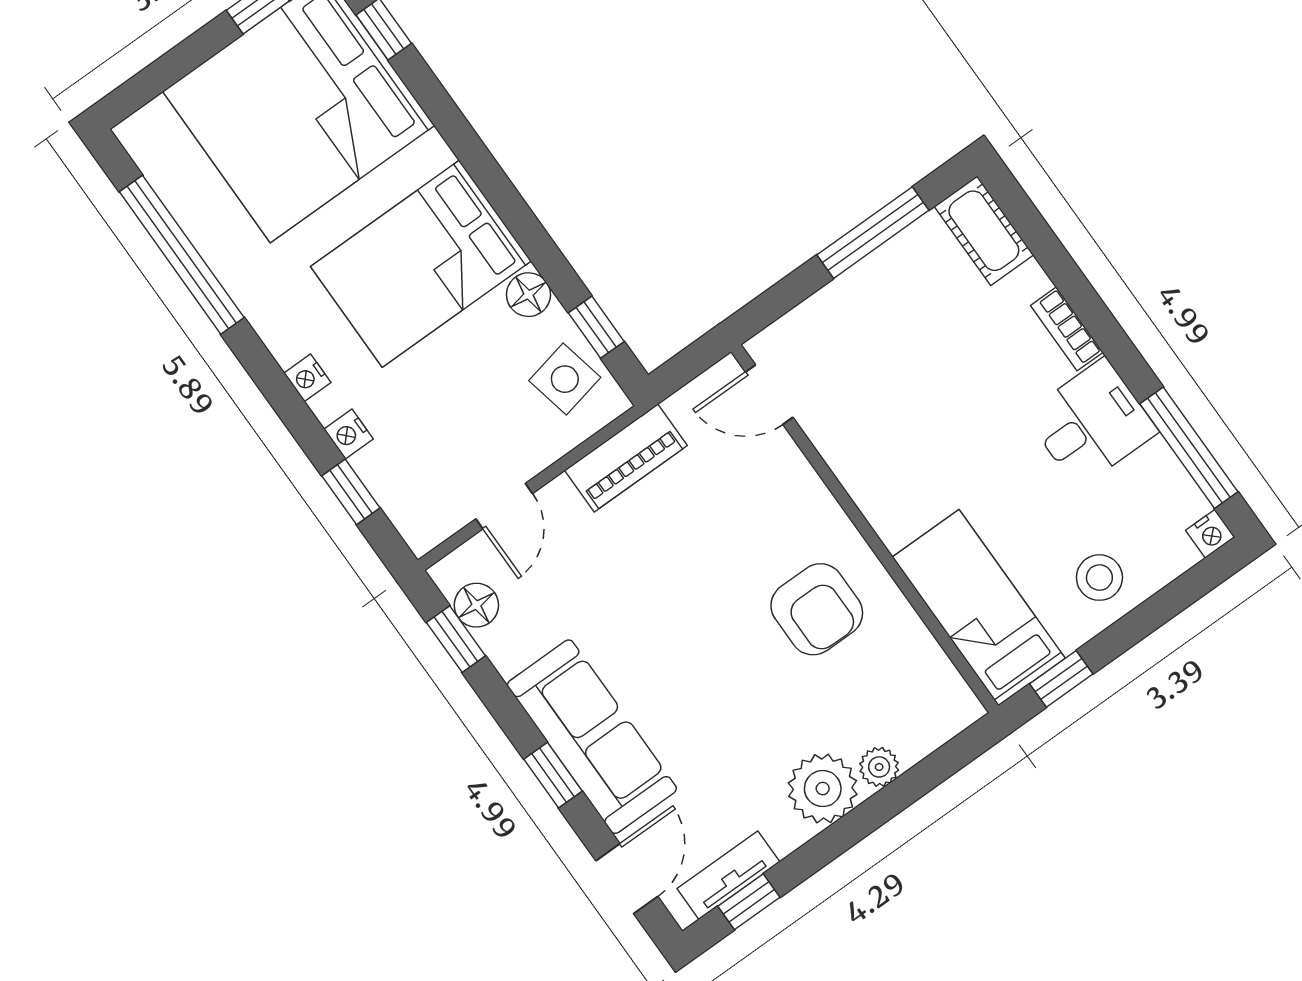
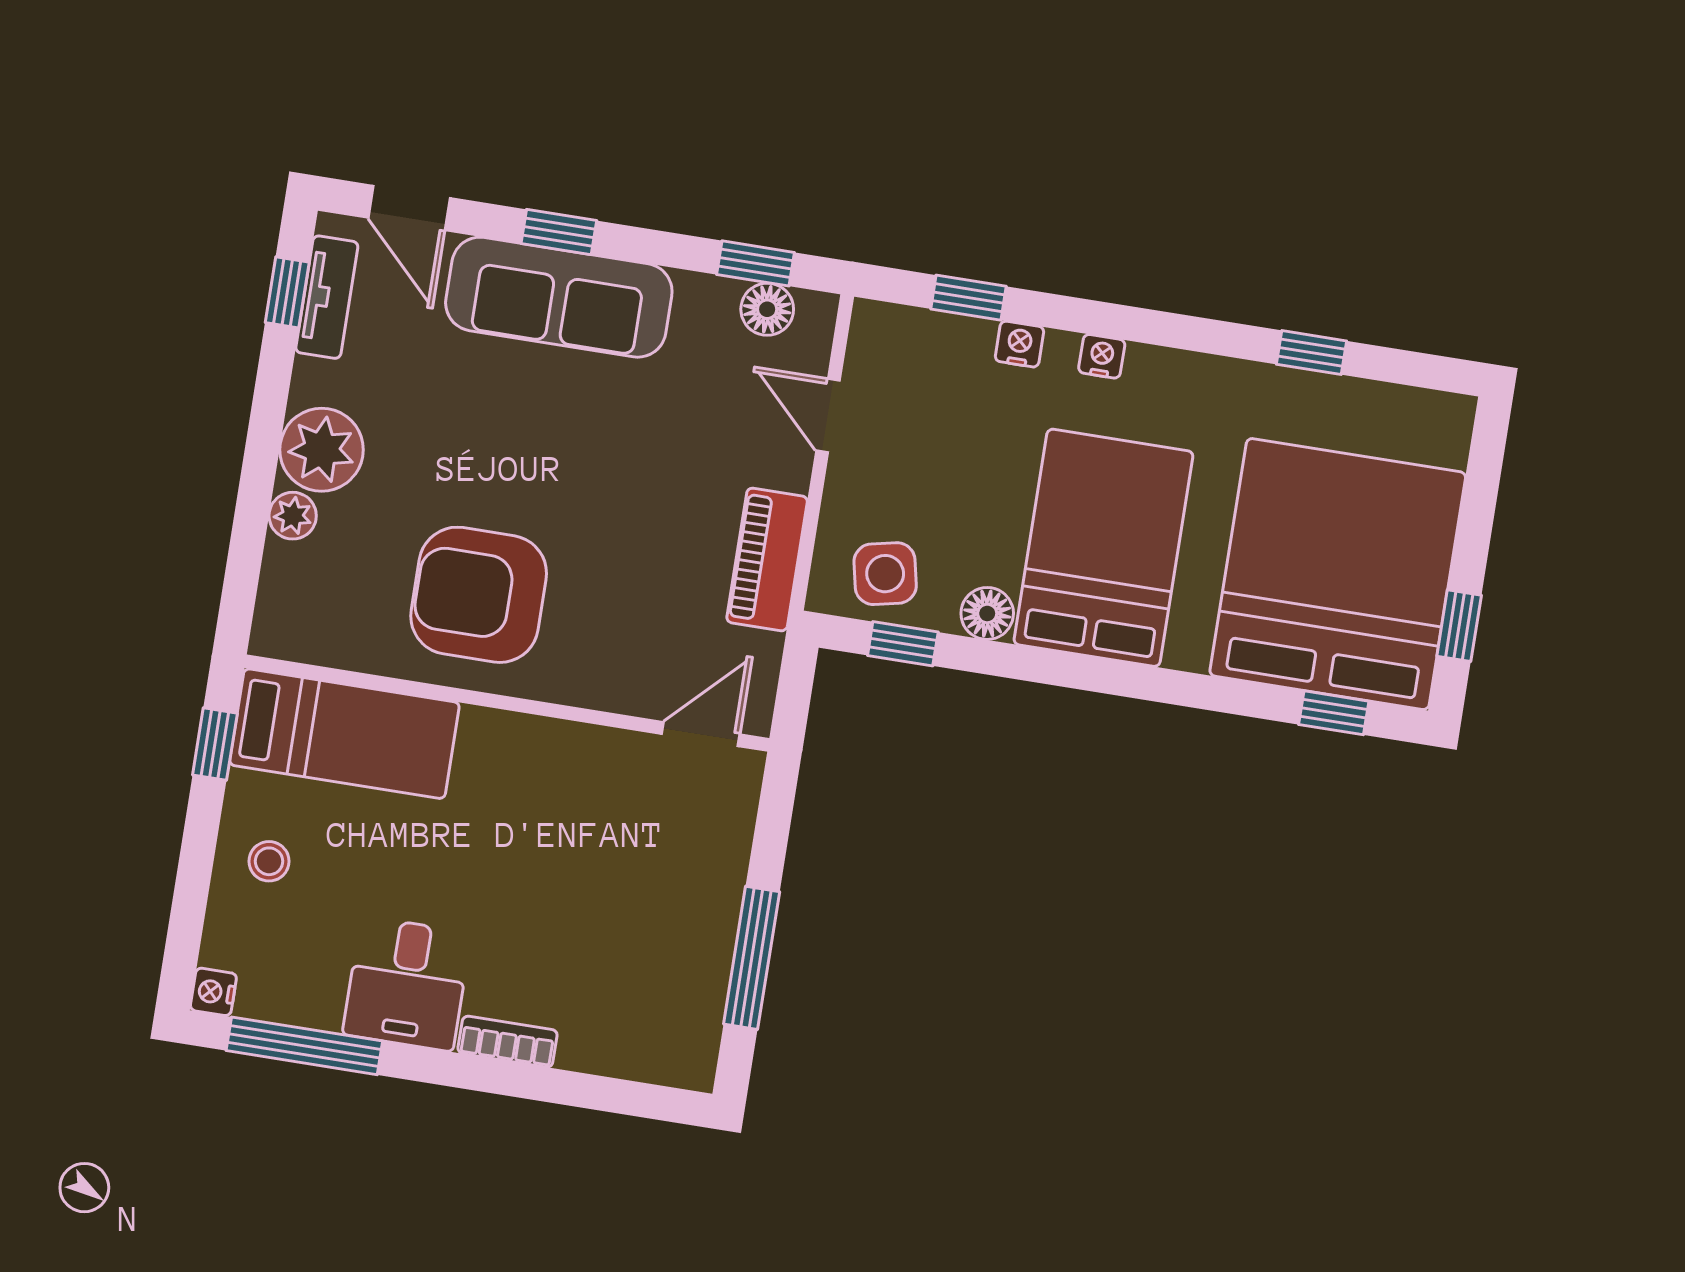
cot: (984, 231) -> (660, 1054), removed
window: (182, 255) -> (1311, 353), width x0.32
stool: (1099, 578) -> (269, 861), width x0.73, depth x0.73
armchair: (817, 609) -> (479, 595), width x1.36, depth x1.36

